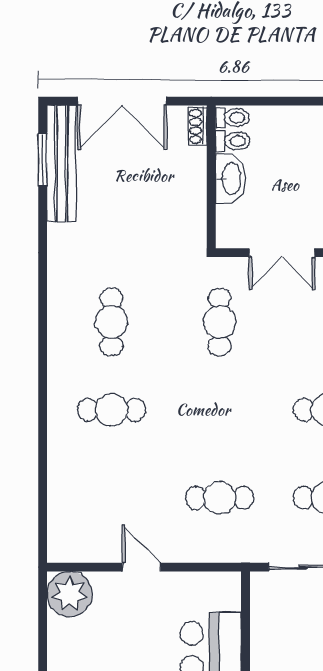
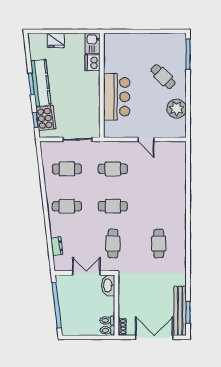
washbasin: (231, 179) -> (108, 285), moved
cafe table: (112, 410) -> (113, 206), moved
plant: (69, 594) -> (177, 109), moved

